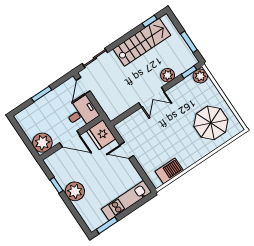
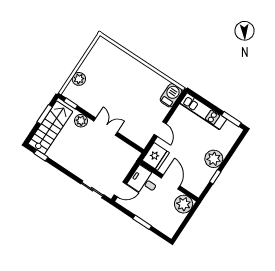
stairs: (142, 42) -> (50, 128), moved, turned 90
plant: (200, 76) -> (79, 79), moved
parasol: (211, 123) -> (106, 67), removed
barbecue: (169, 171) -> (171, 95), moved, turned 90

